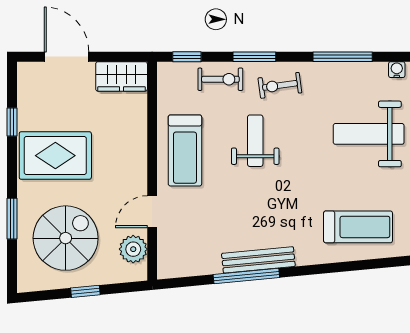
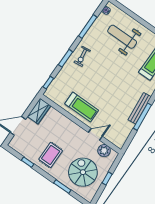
exercise bike: (220, 79) -> (65, 76), removed
weight bench: (369, 134) -> (122, 37), turned 90
weight bench: (255, 141) -> (96, 79), removed
rug: (55, 156) -> (51, 155), width x0.73, depth x0.70
door: (152, 212) -> (95, 134), swing flipped

